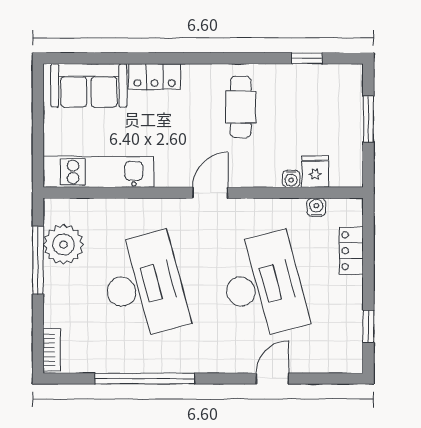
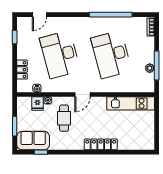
locker: (154, 77) -> (101, 144), width x1.53
sofa: (89, 85) -> (33, 141), moved
cafe table: (241, 107) -> (64, 118), moved
plant: (63, 245) -> (150, 68), width x0.53, depth x0.53
door: (272, 379) -> (39, 15), moved

